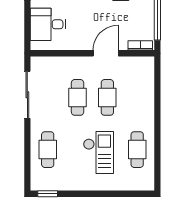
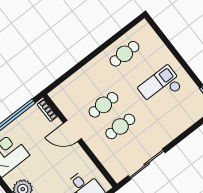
cafe table: (48, 150) -> (175, 119), removed
checkout: (98, 153) -> (161, 87), moved

